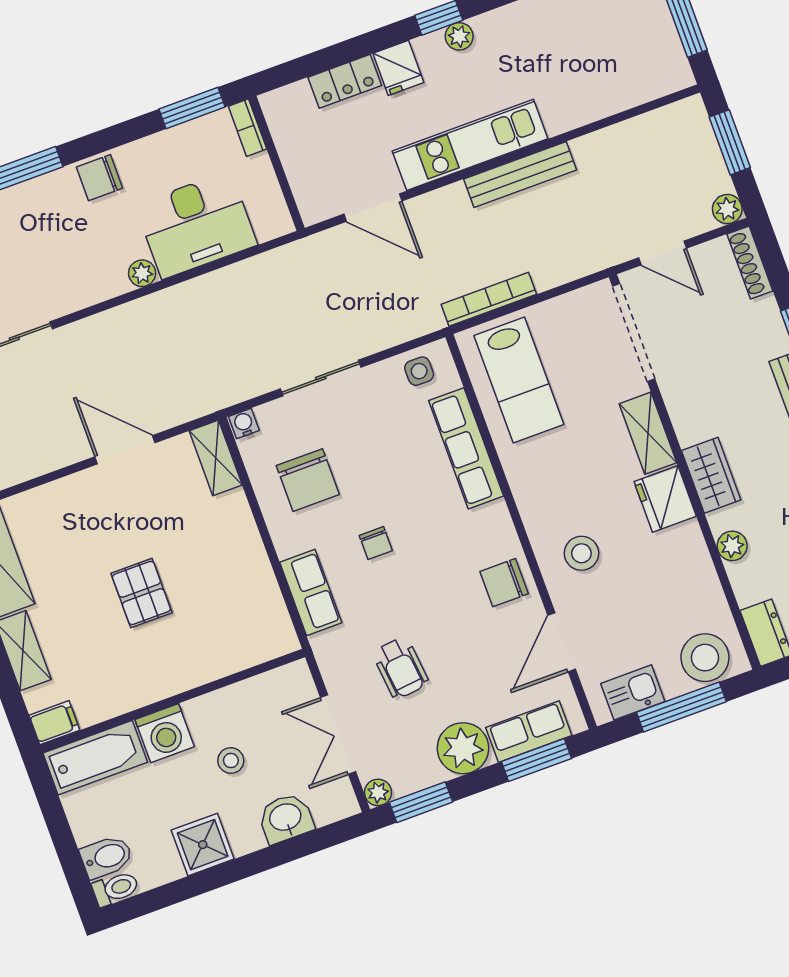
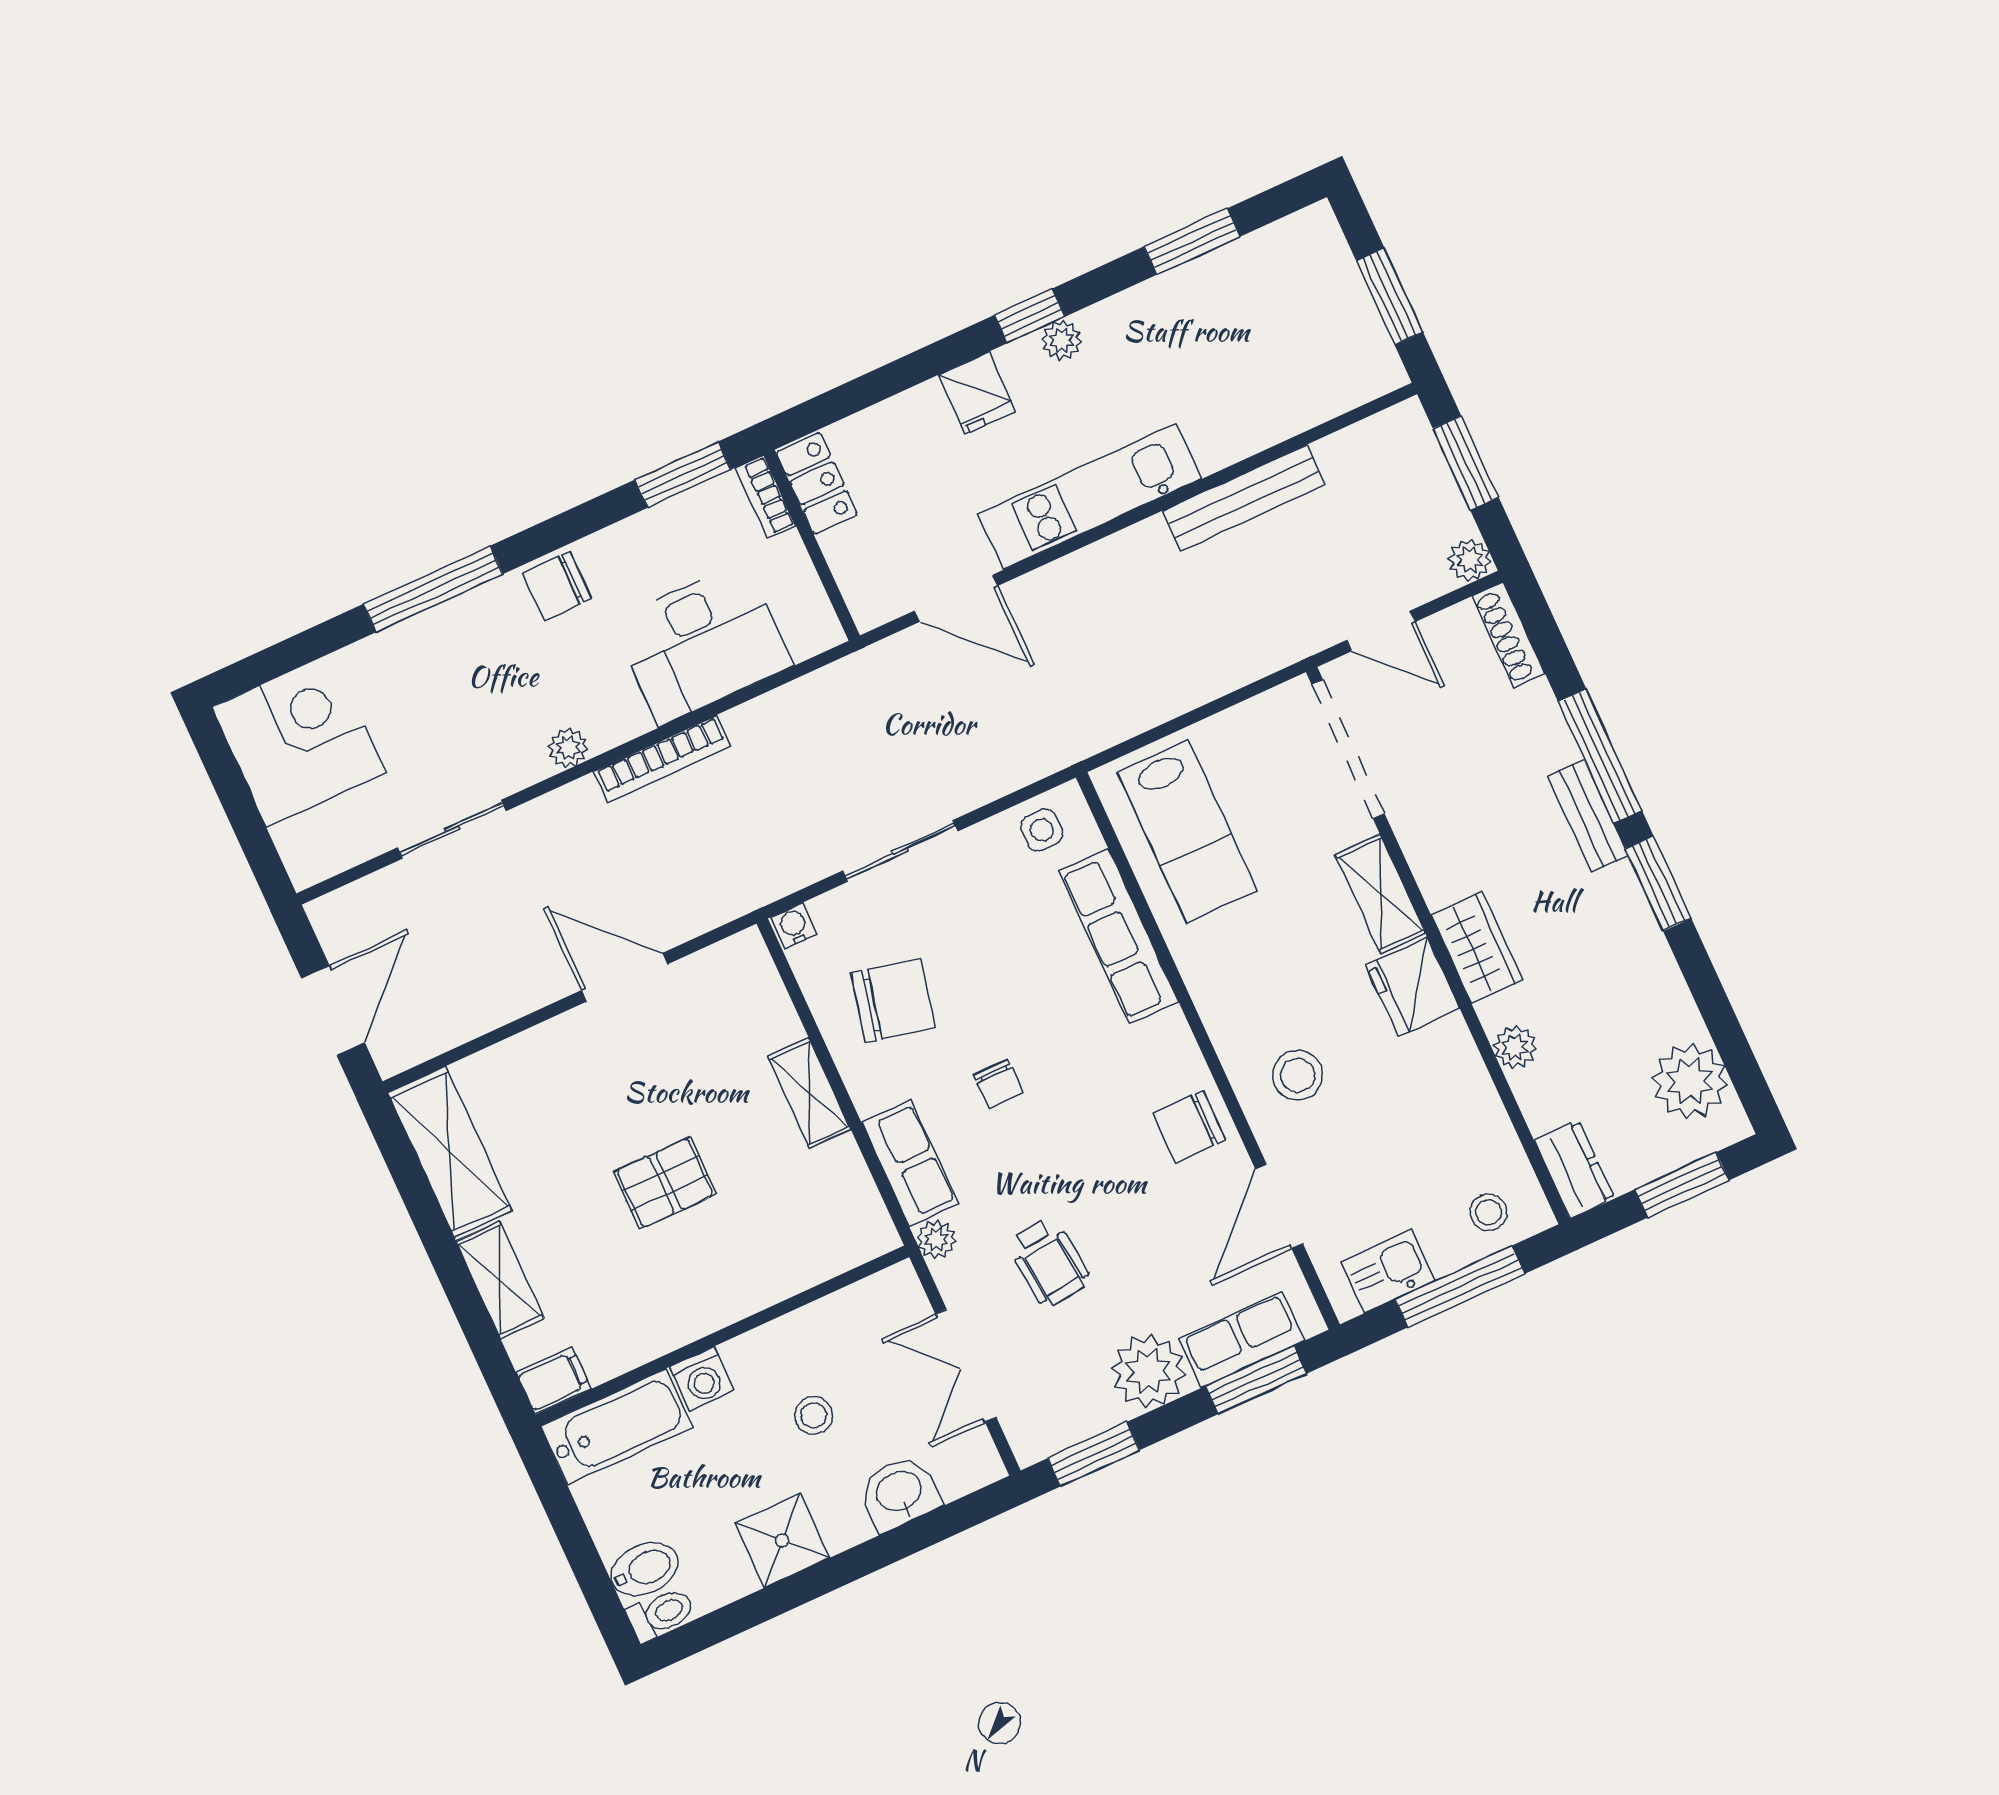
locker: (345, 81) -> (817, 483), moved, turned -90
bench: (520, 175) -> (1244, 498), moved
plant: (142, 273) -> (568, 748), moved
bookcase: (489, 299) -> (662, 759), moved, turned 180
shelving: (216, 458) -> (809, 1093), moved
chair: (308, 480) -> (893, 1000), turned -77
pallet: (141, 593) -> (665, 1183), turned 90
stool: (705, 658) -> (1489, 1212), width x0.53, depth x0.53
washing machine: (165, 733) -> (702, 1379), width x0.73, depth x0.73
plant: (378, 792) -> (936, 1240), moved

